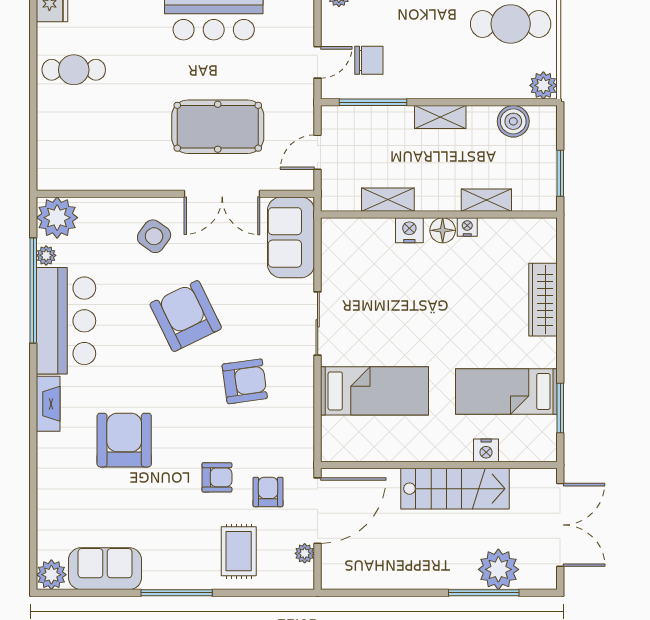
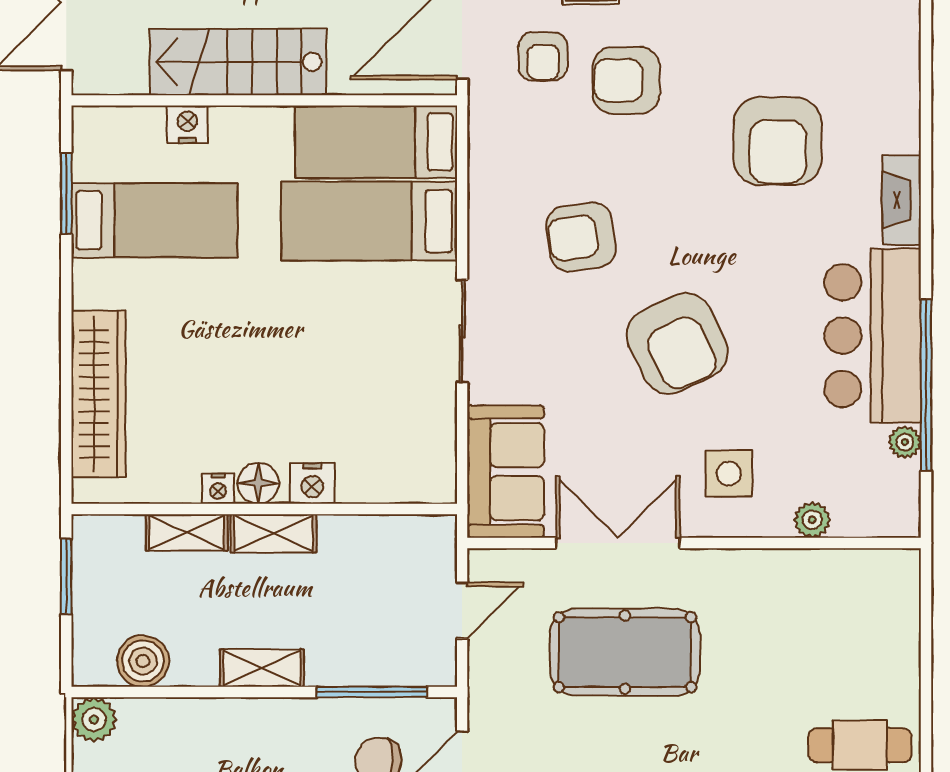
shelving: (388, 200) -> (274, 533), moved
plant: (57, 218) -> (812, 520), moved, width x0.53, depth x0.53
side table: (154, 236) -> (729, 474), turned -36
wardrobe: (543, 300) -> (98, 394), width x1.40, depth x1.17
bed: (370, 440) -> (376, 142), added
armchair: (217, 477) -> (626, 80), width x1.38, depth x1.38

